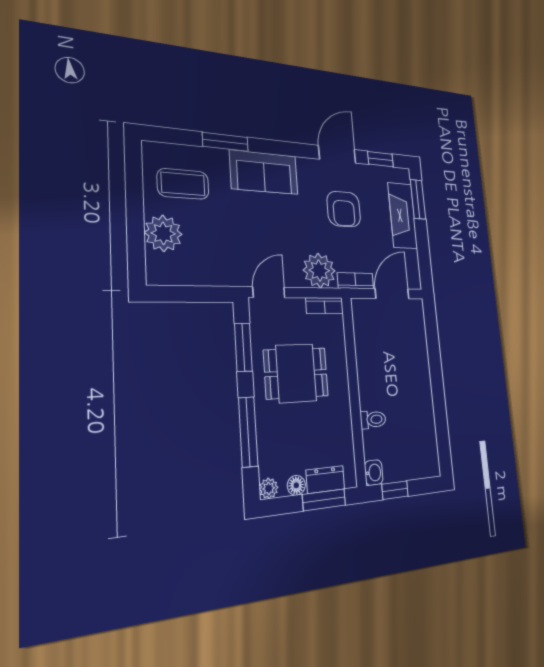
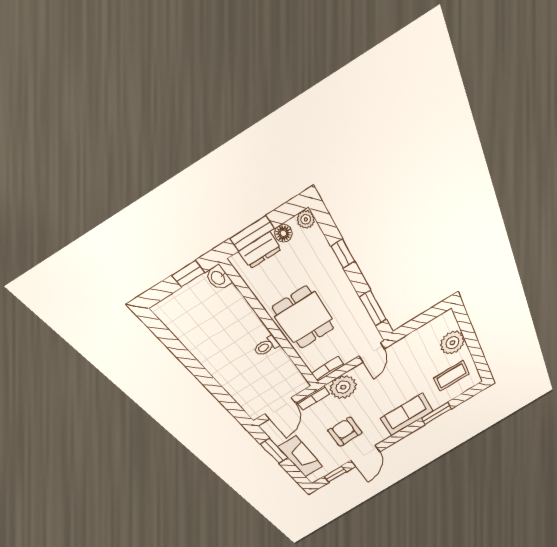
window: (418, 199) -> (274, 451), moved
dining table: (296, 373) -> (304, 318), moved, turned 90
toilet: (373, 420) -> (266, 346), moved
window: (248, 432) -> (343, 254), width x0.46

